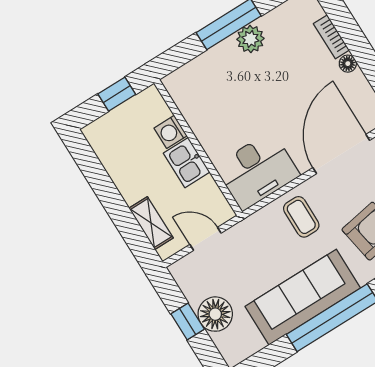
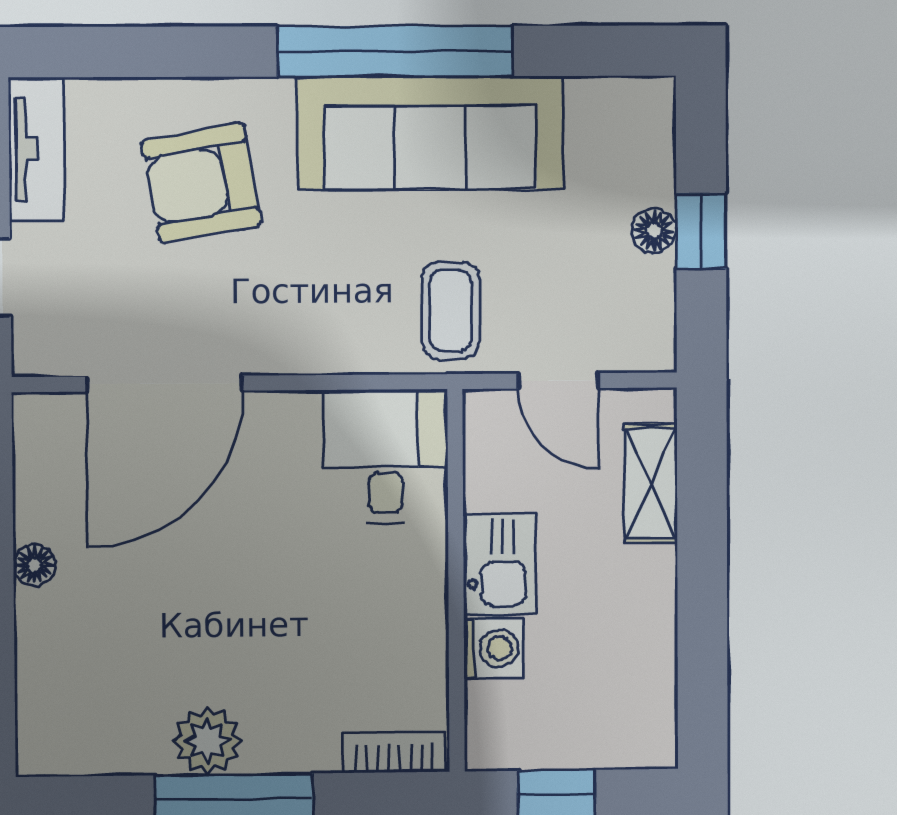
bookcase: (331, 37) -> (394, 752), moved, turned -90
desk: (257, 171) -> (386, 457), width x0.73
coffee table: (301, 217) -> (451, 310), moved
floor lamp: (215, 314) -> (654, 231), width x0.53, depth x0.53

